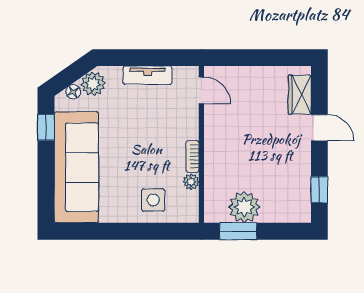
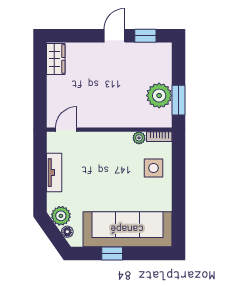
wardrobe: (300, 95) -> (56, 59), moved, turned -90
window: (46, 127) -> (112, 253), moved
door: (319, 128) -> (115, 36), moved
bookcase: (193, 156) -> (159, 137), moved

